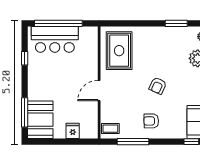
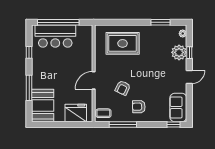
rug: (119, 51) -> (123, 43), moved, turned 90
armchair: (158, 86) -> (123, 88), moved
window: (25, 112) -> (29, 88), moved
fridge: (73, 131) -> (76, 113), width x1.88, depth x1.34

